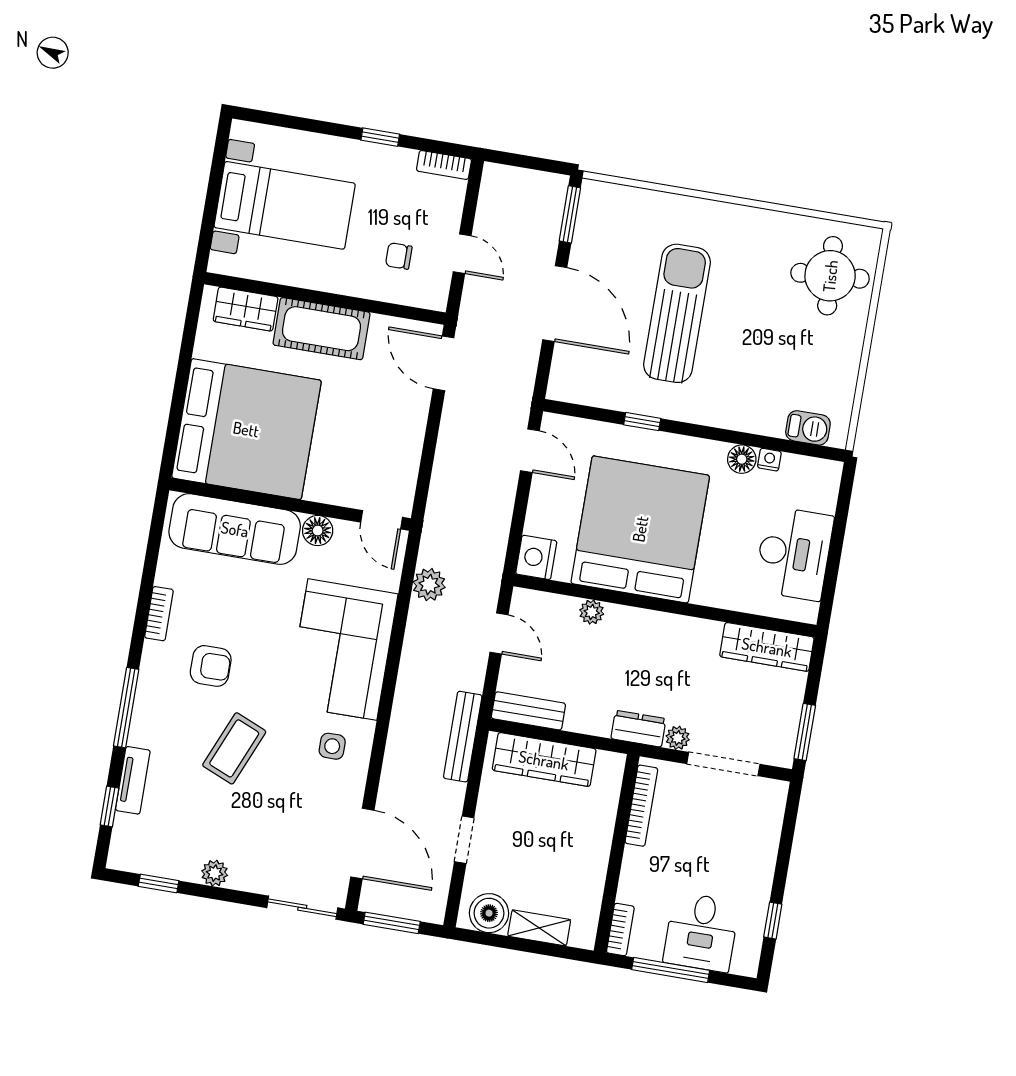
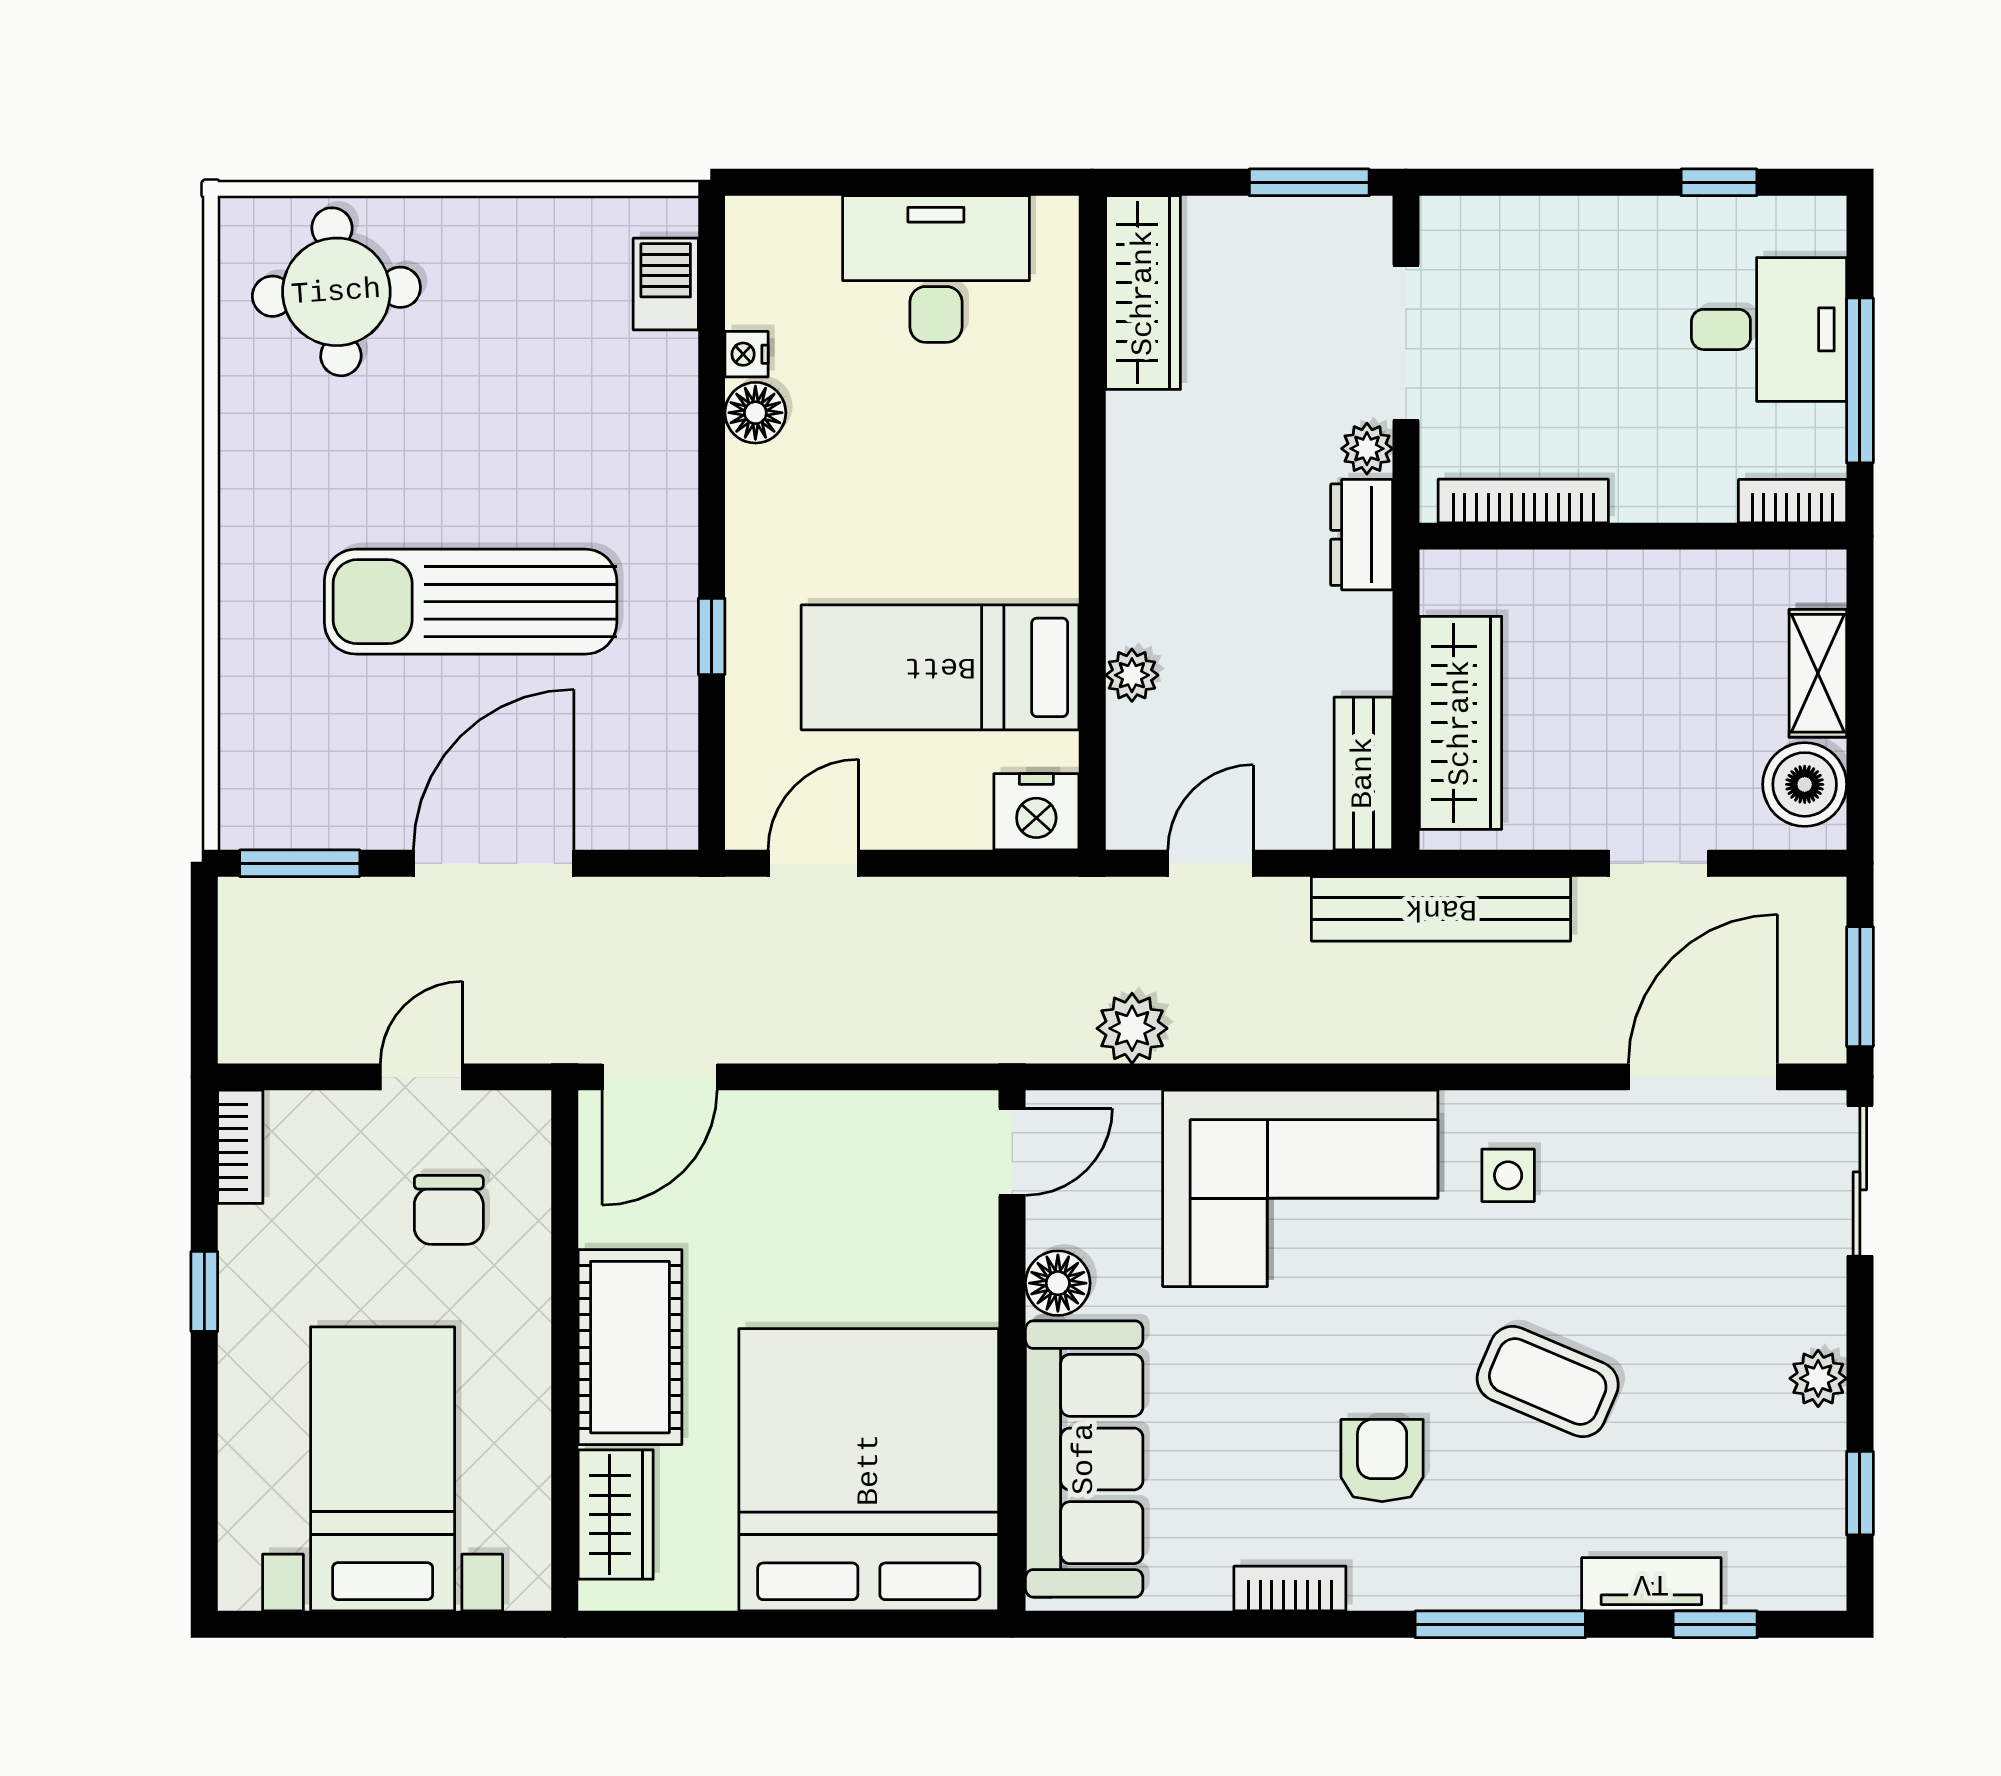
chair: (399, 256) -> (449, 1210), width x1.37, depth x1.37
bed: (640, 529) -> (940, 667), width x0.49
bench: (463, 737) -> (1441, 909), width x1.37, depth x1.21

